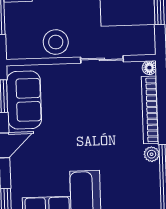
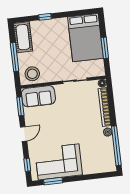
stool: (56, 42) -> (32, 74), moved
sofa: (24, 100) -> (38, 96), moved, turned 90

